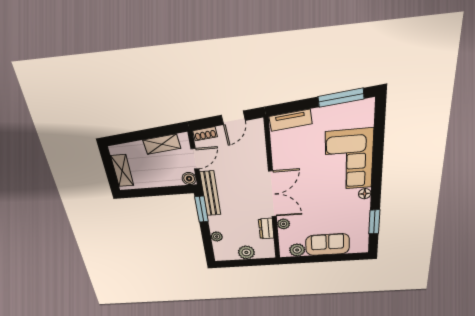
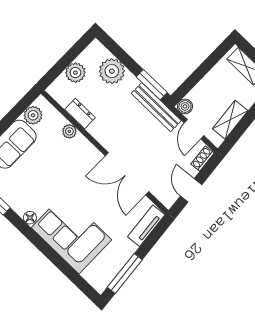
double door: (272, 194) -> (127, 174), moved
plant: (217, 237) -> (112, 71), width x1.87, depth x1.87

